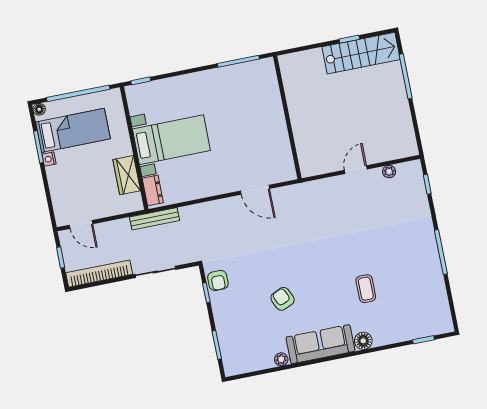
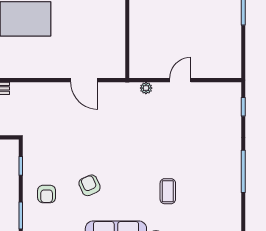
plant: (389, 172) -> (146, 88), moved
armchair: (218, 280) -> (47, 194), moved

